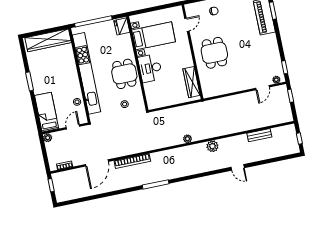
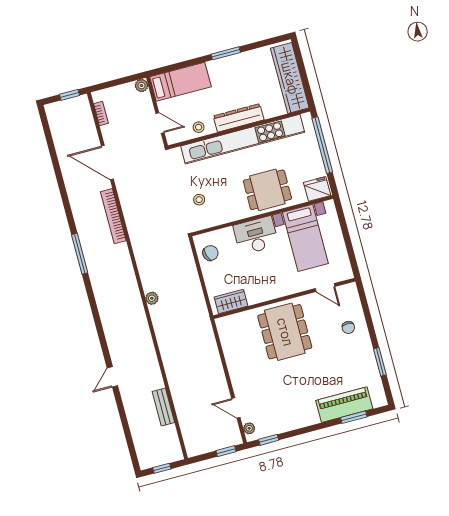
dining table: (214, 53) -> (285, 332), width x1.38
dining table: (124, 74) -> (267, 190), moved
dresser: (72, 75) -> (239, 118), added
wardrobe: (192, 82) -> (231, 302), width x0.67
chair: (160, 99) -> (210, 253), added
plant: (212, 146) -> (143, 337), removed

